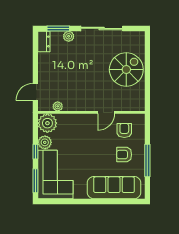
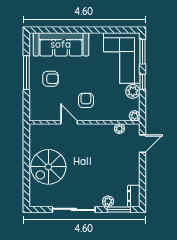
door: (106, 112) -> (69, 122), hinge flipped
plant: (47, 123) -> (135, 116), width x0.53, depth x0.53
armchair: (124, 130) -> (86, 100), moved, turned 180

